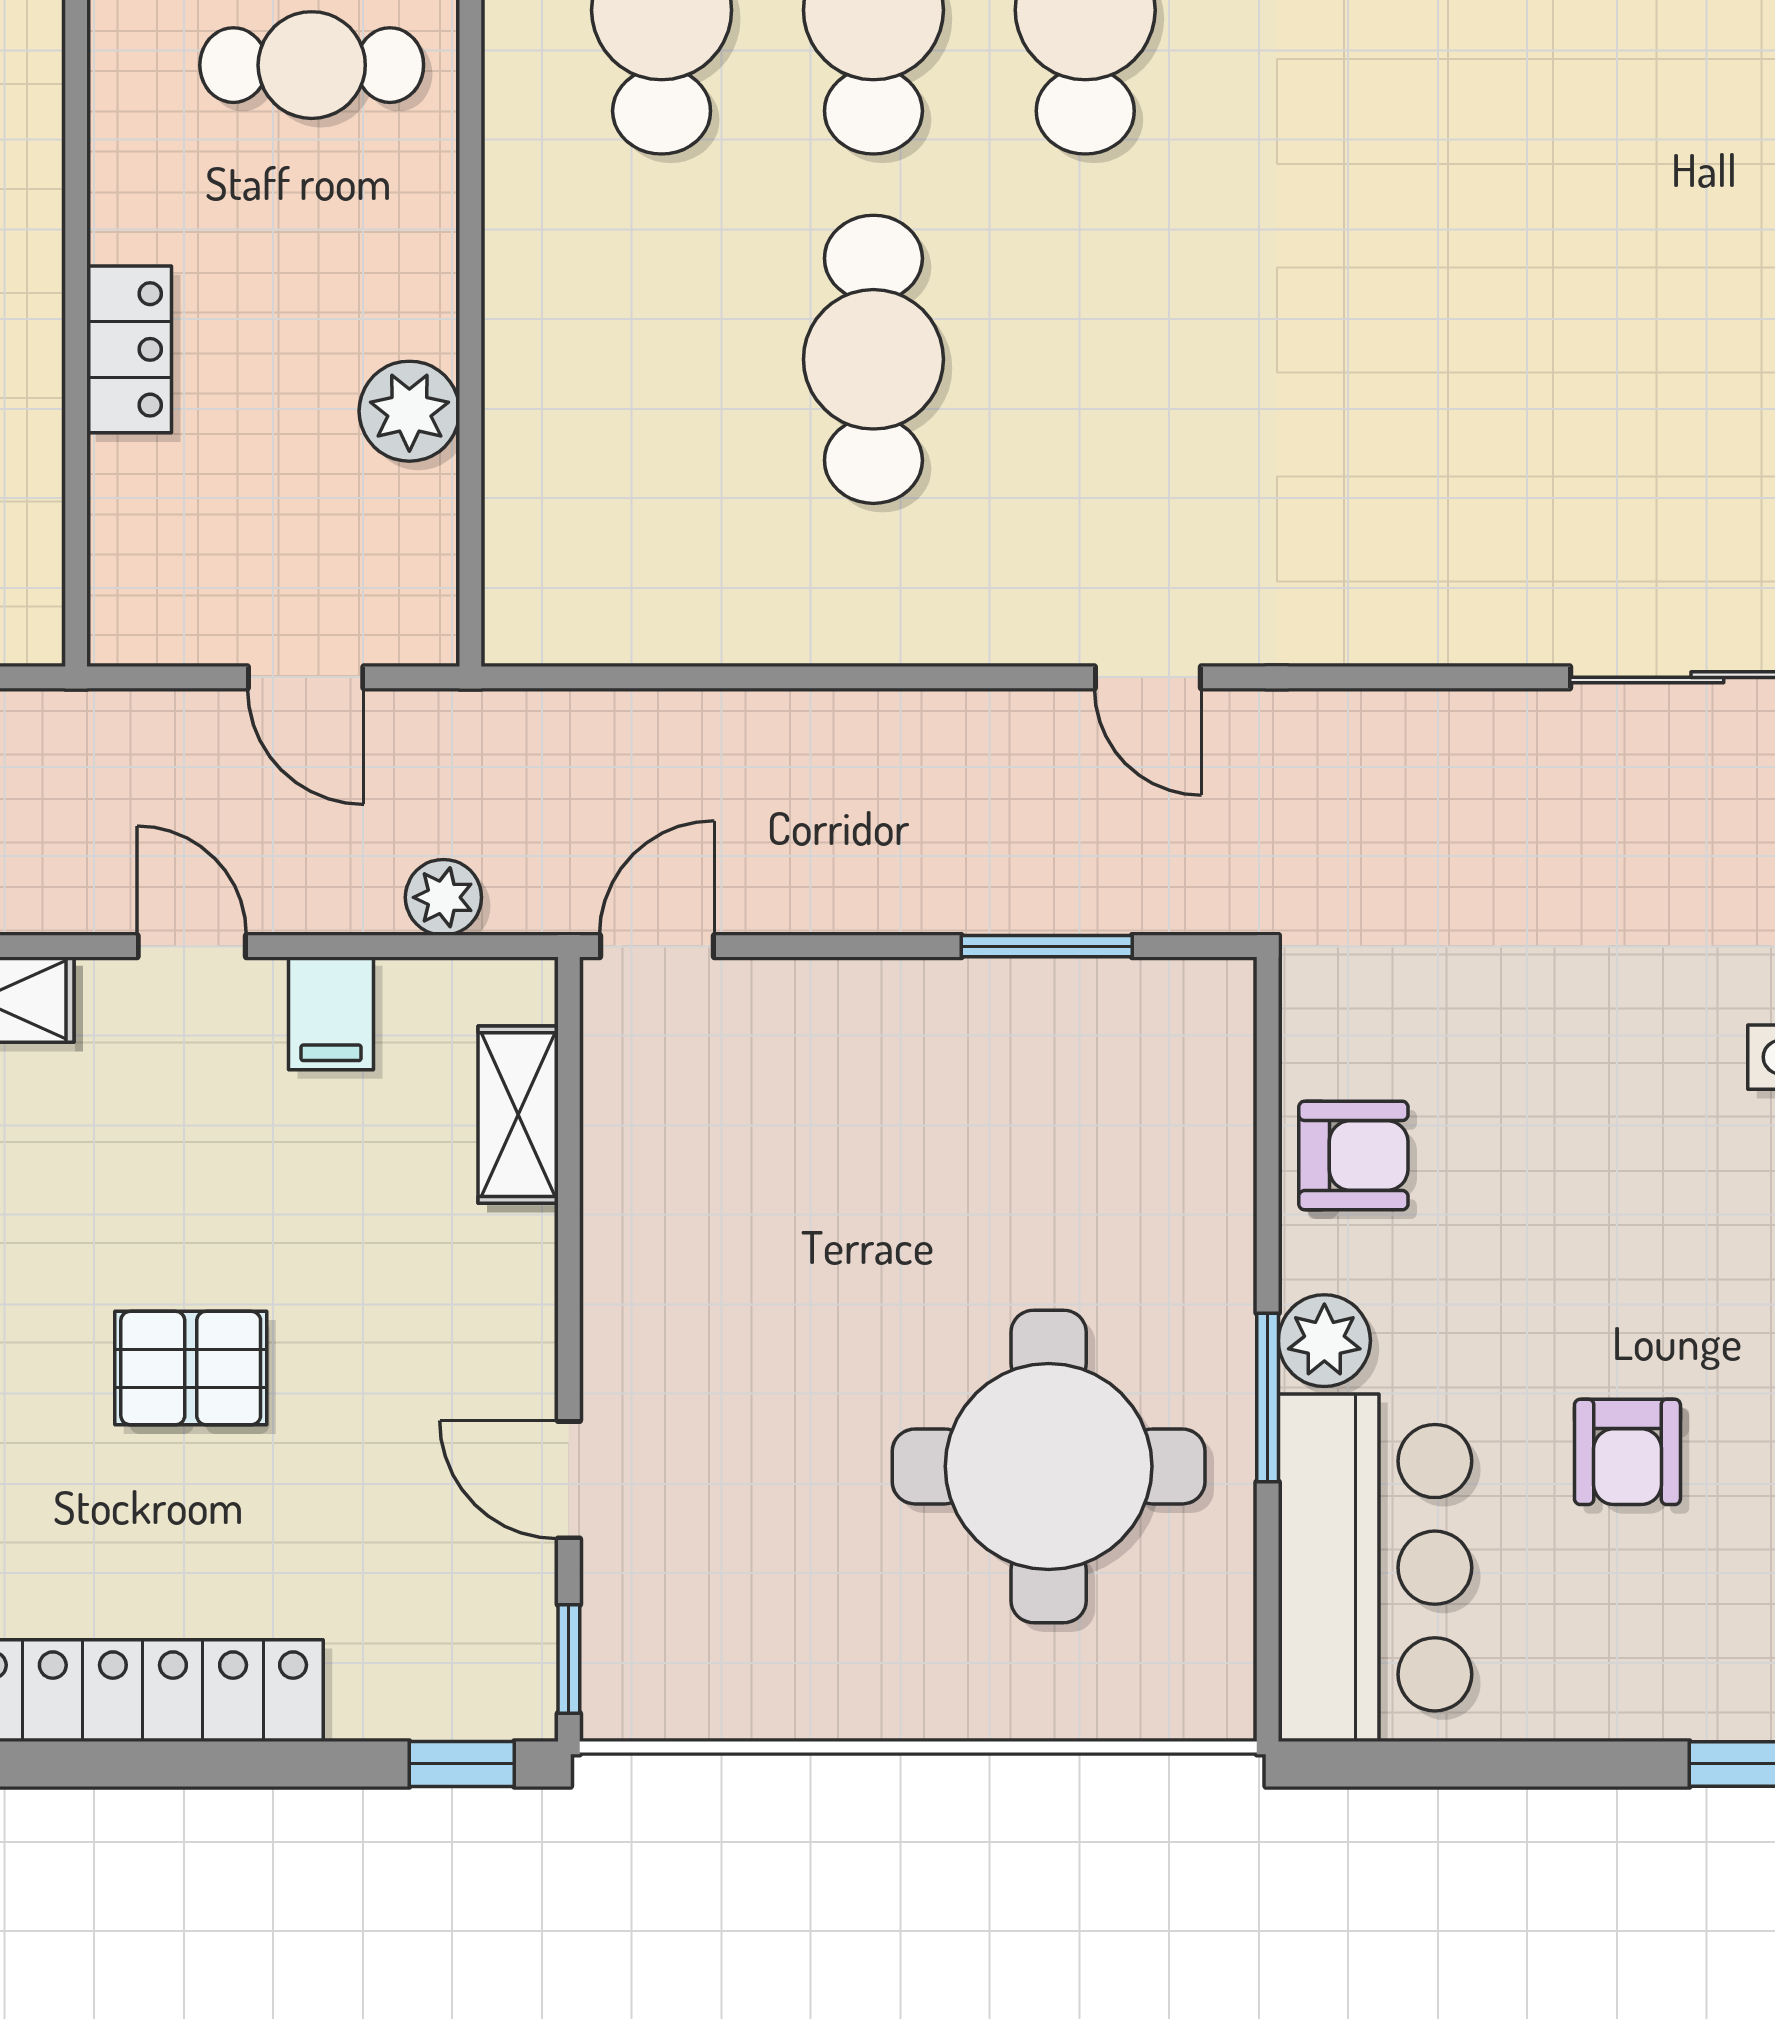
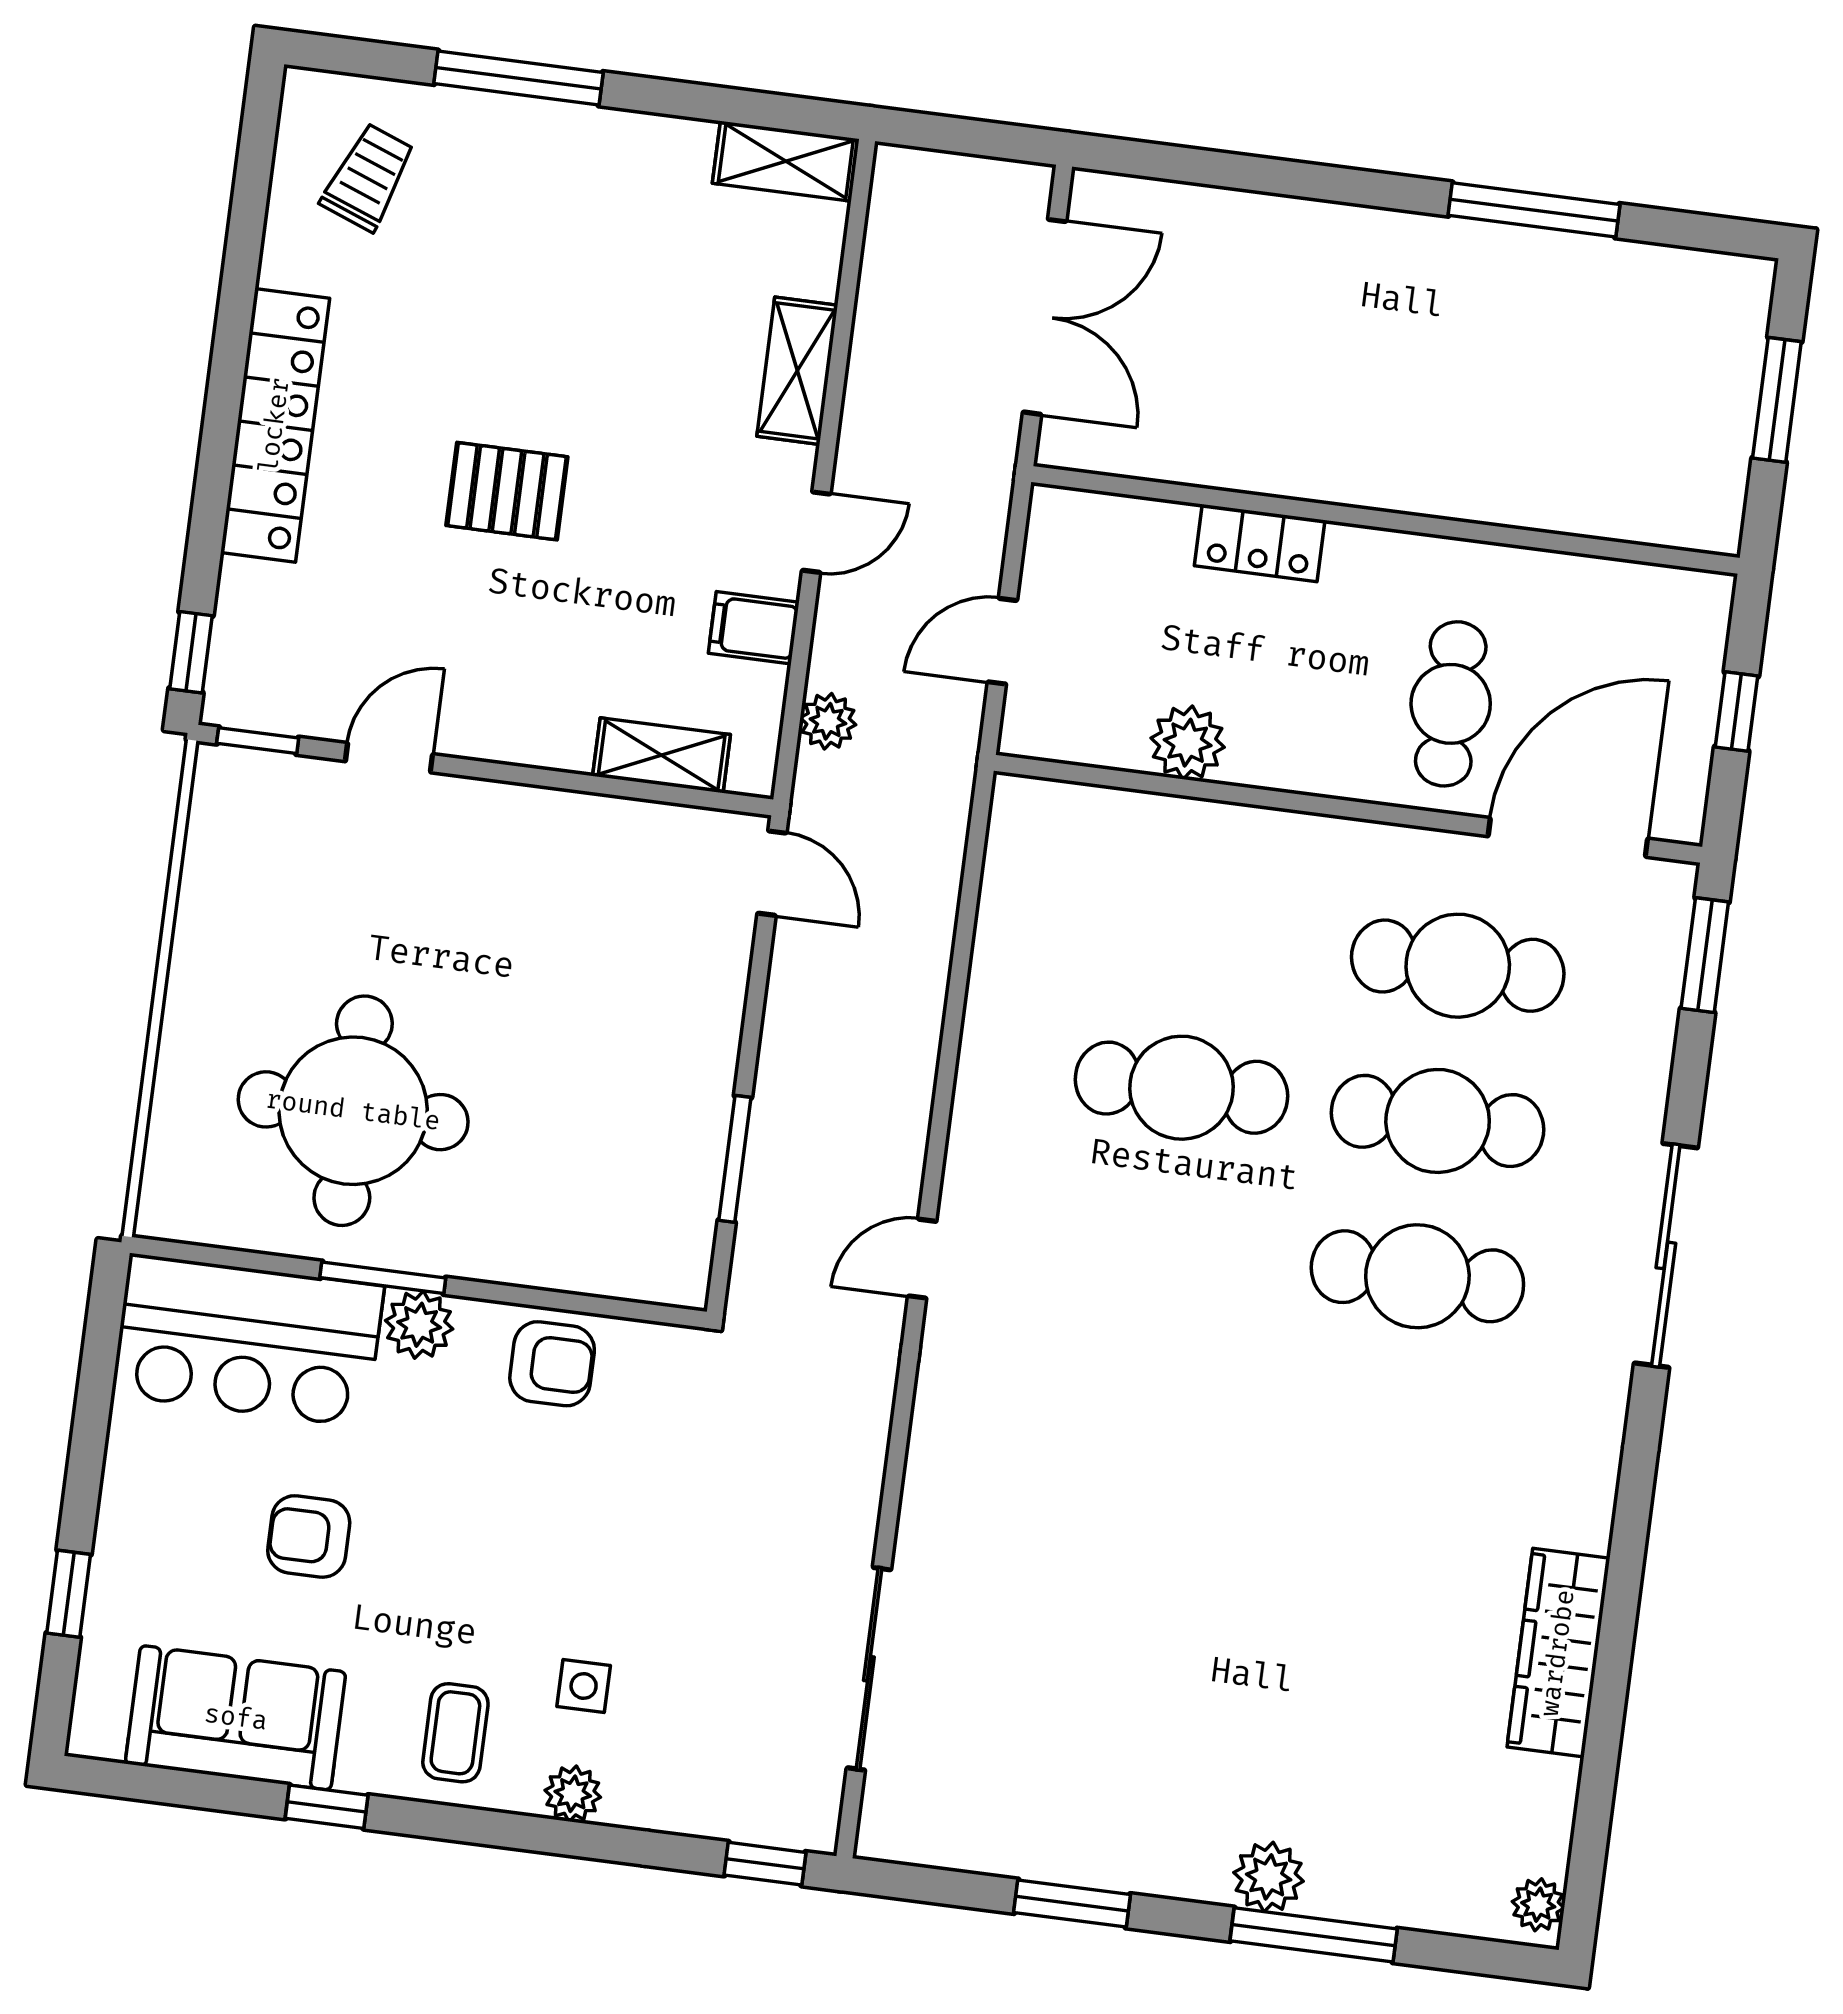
armchair: (1353, 1156) -> (552, 1364), turned -90
pallet: (191, 1368) -> (507, 491), turned 90

